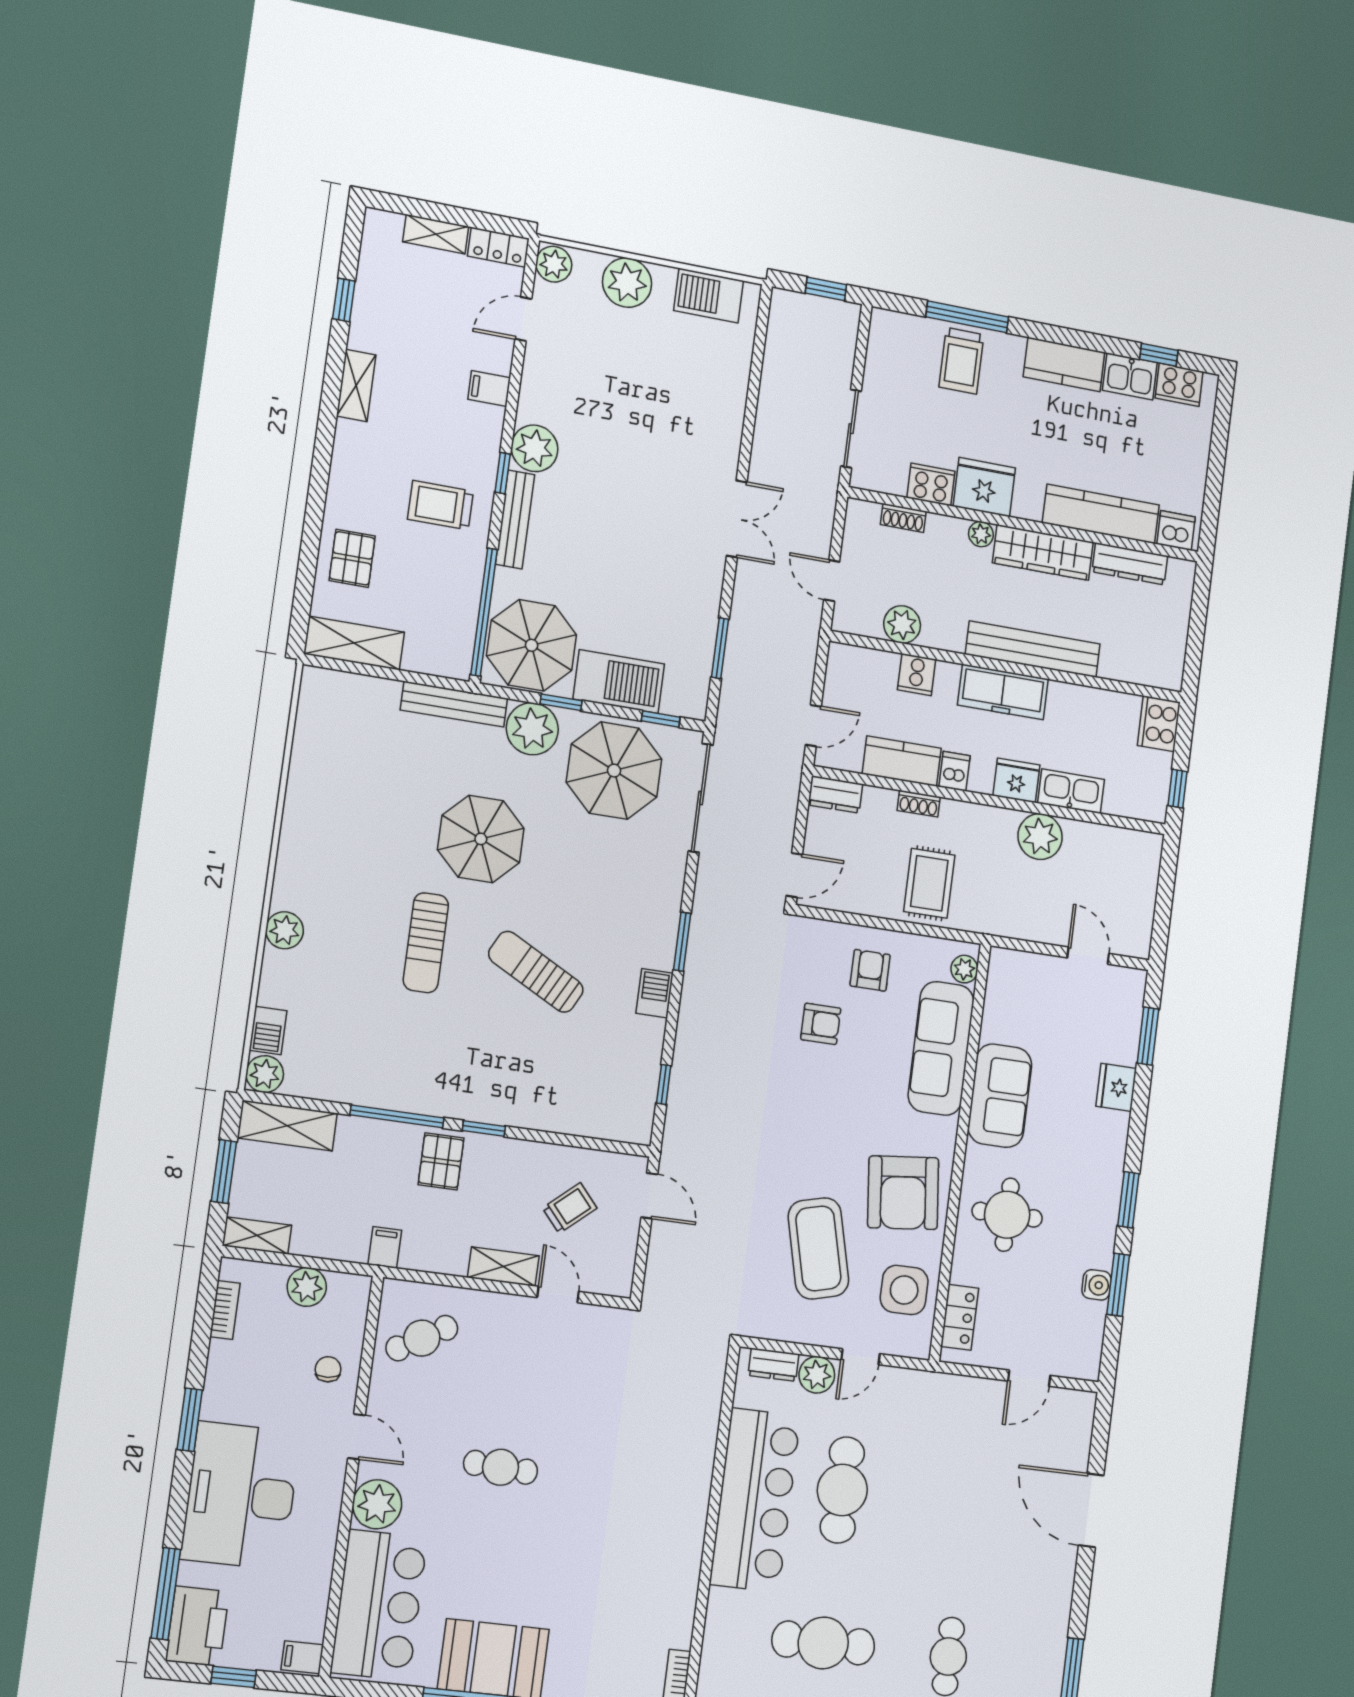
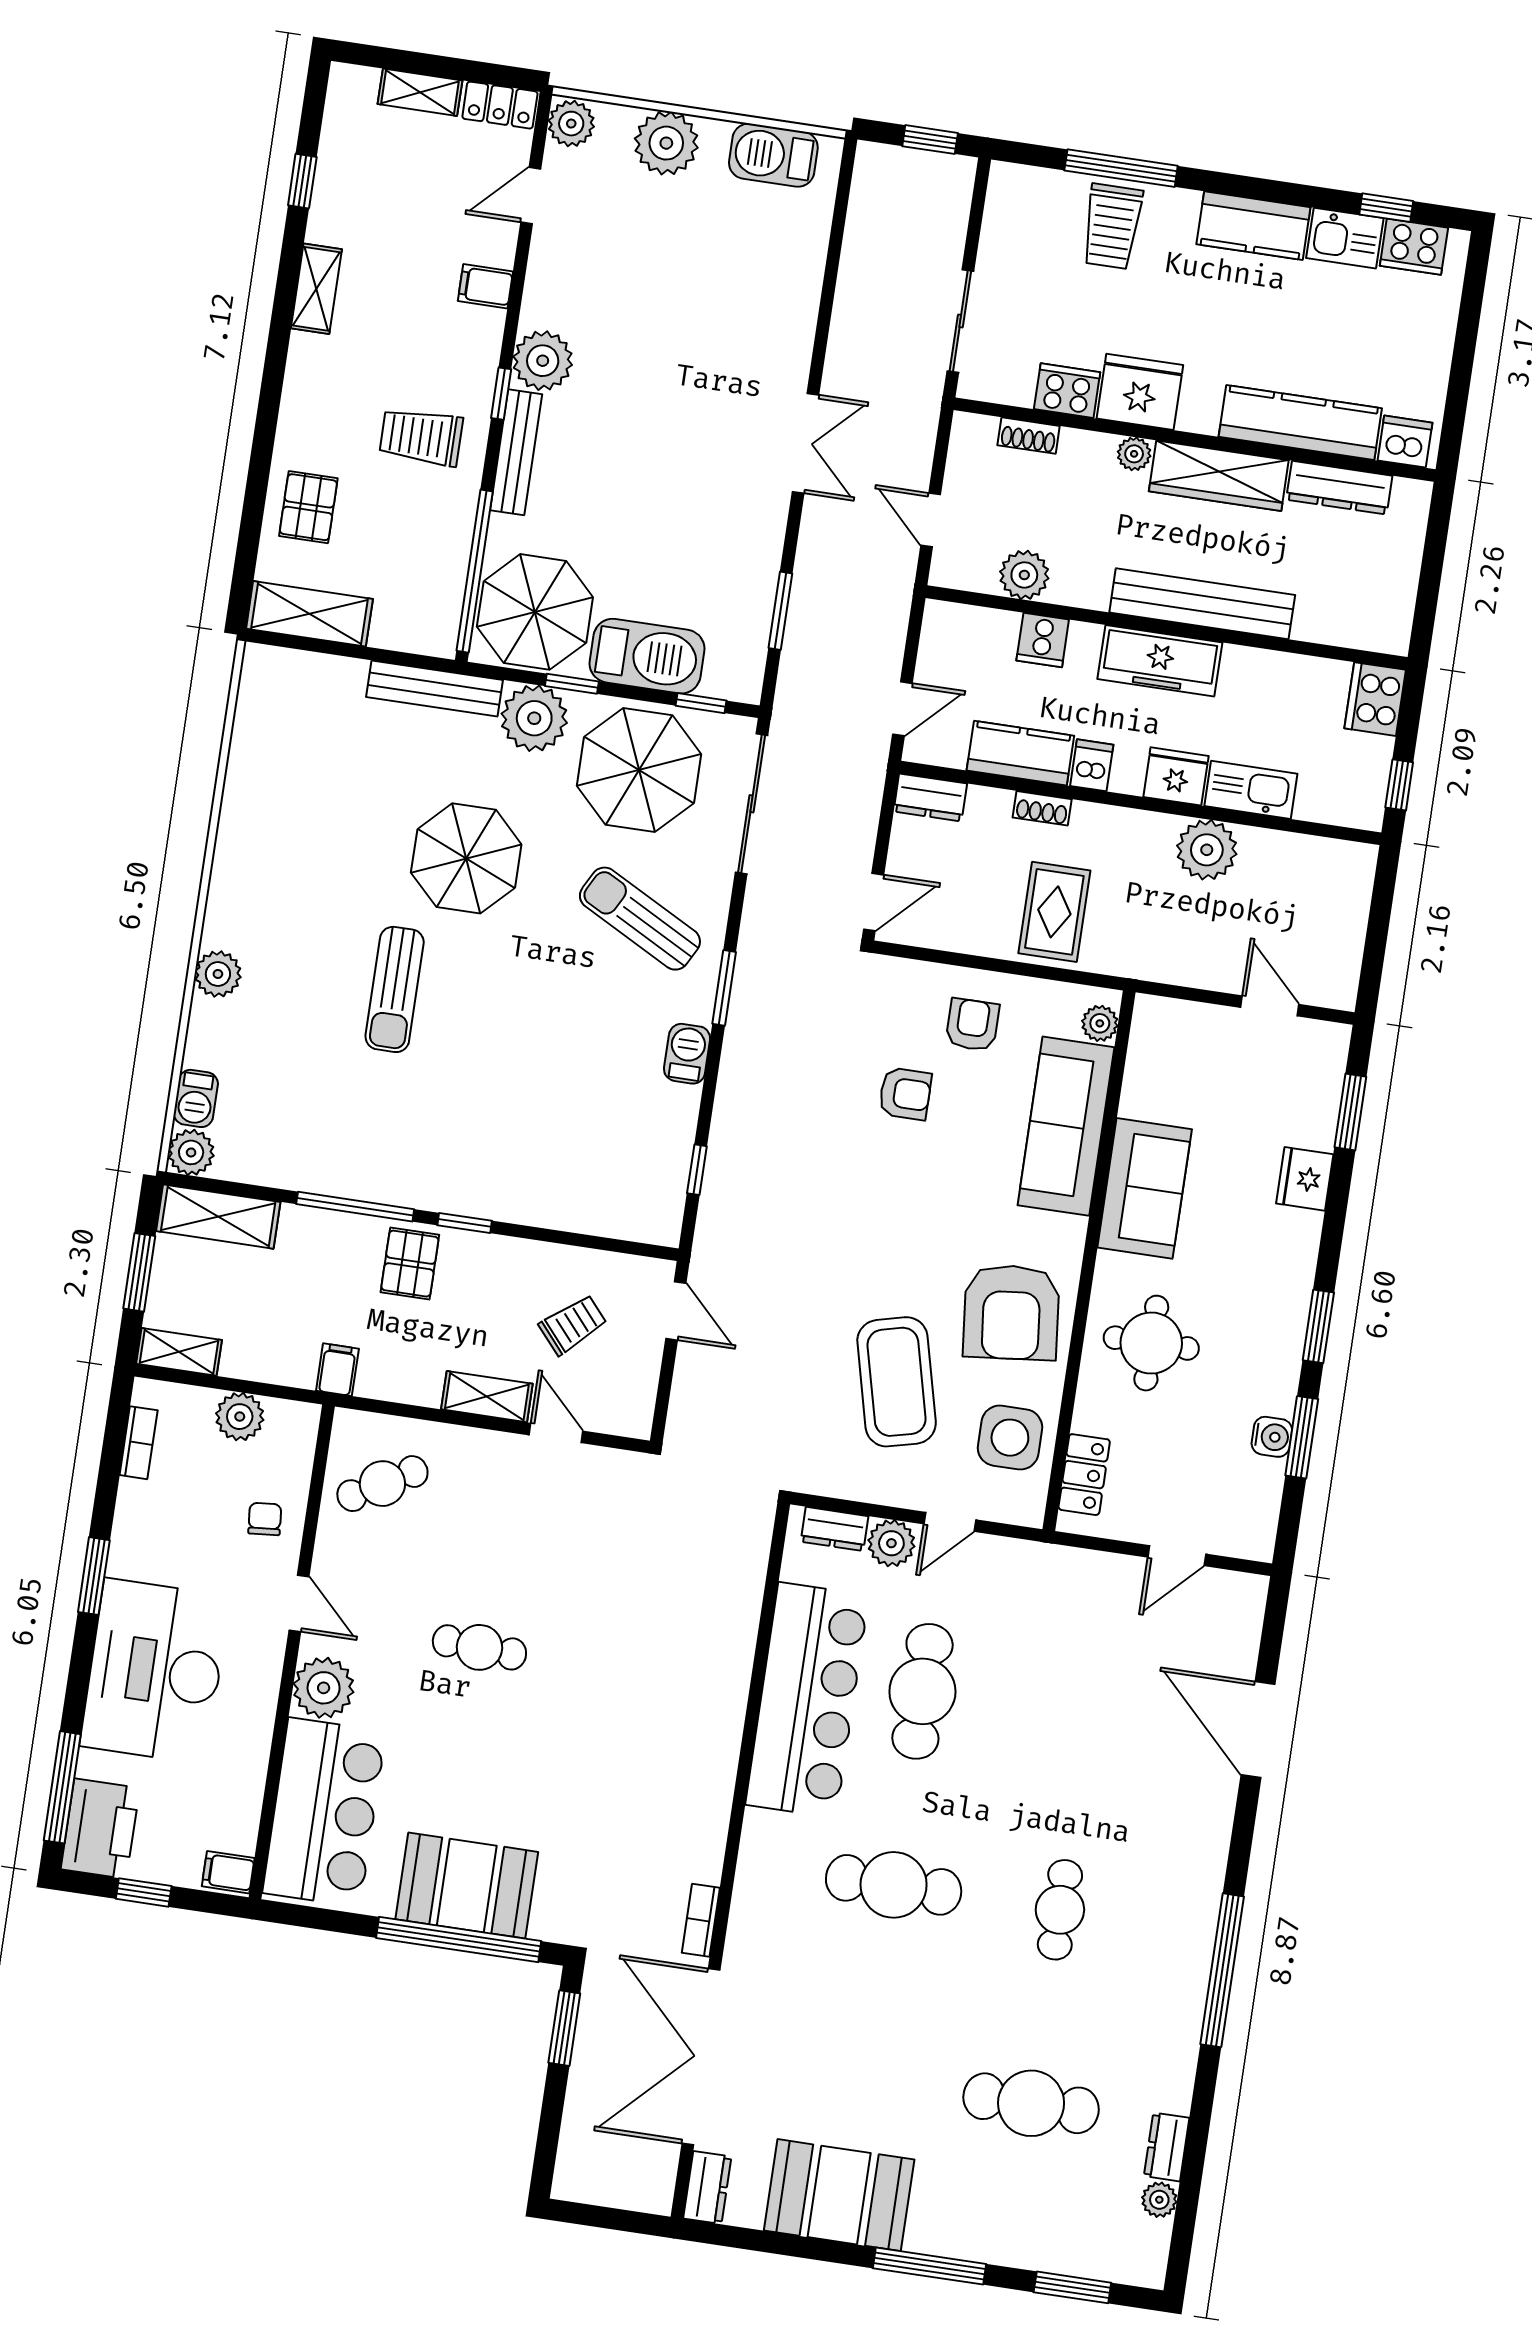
sun lounger: (536, 972) -> (640, 919), moved

